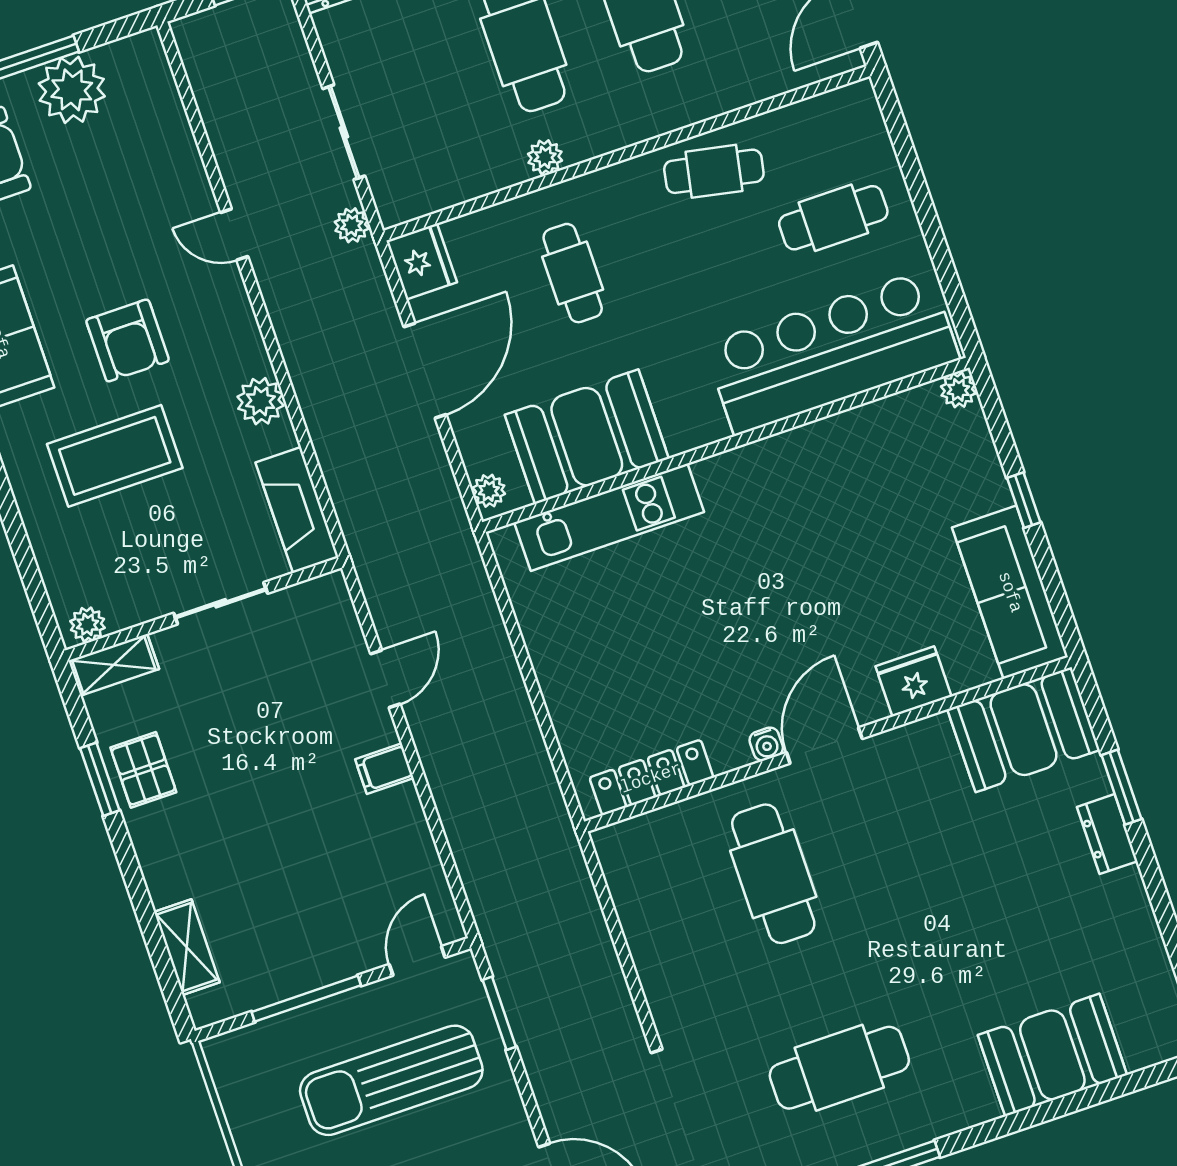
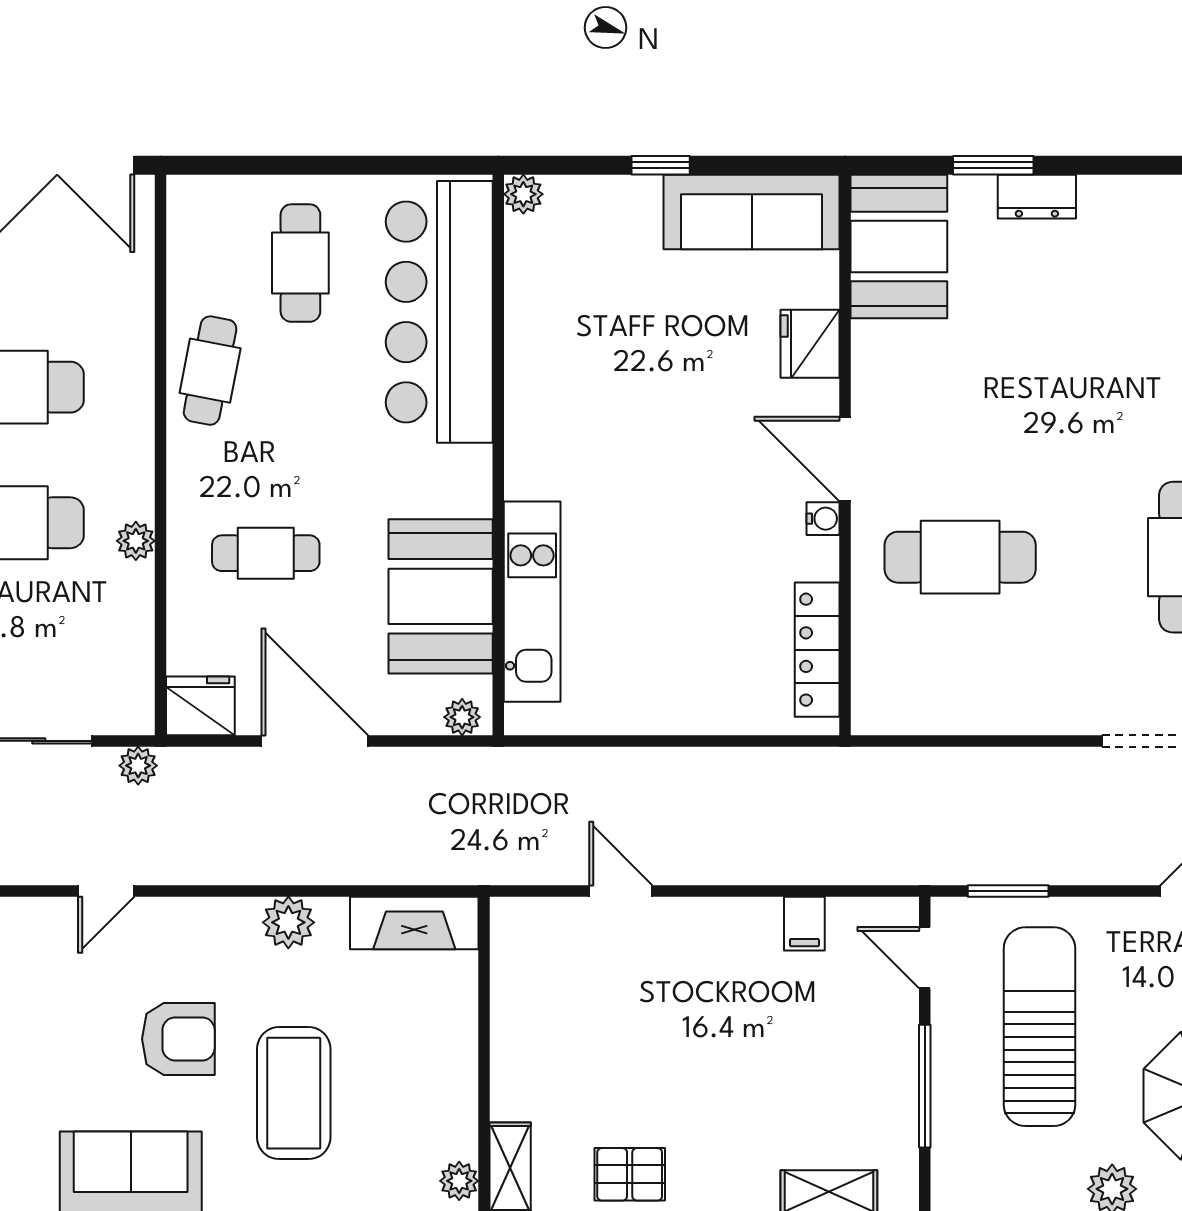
sliding door: (221, 603) -> (484, 1035), removed
filing cabinet: (384, 769) -> (804, 924), moved
sun lounger: (391, 1080) -> (1040, 1027), turned 180

